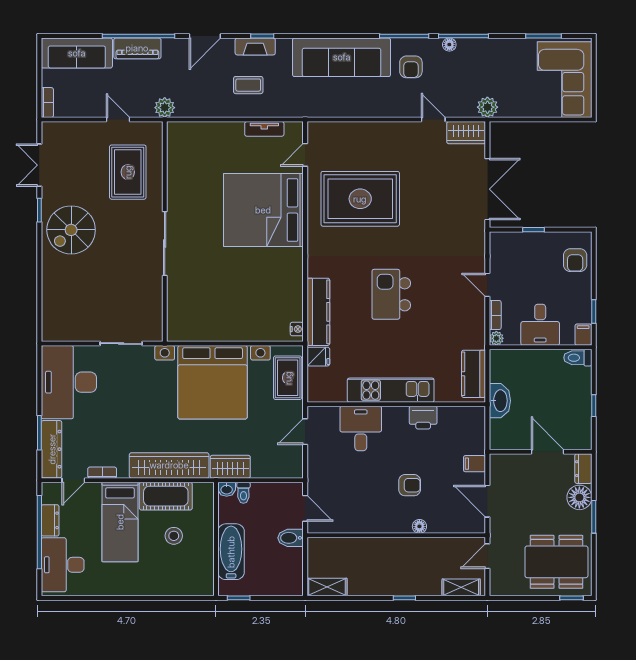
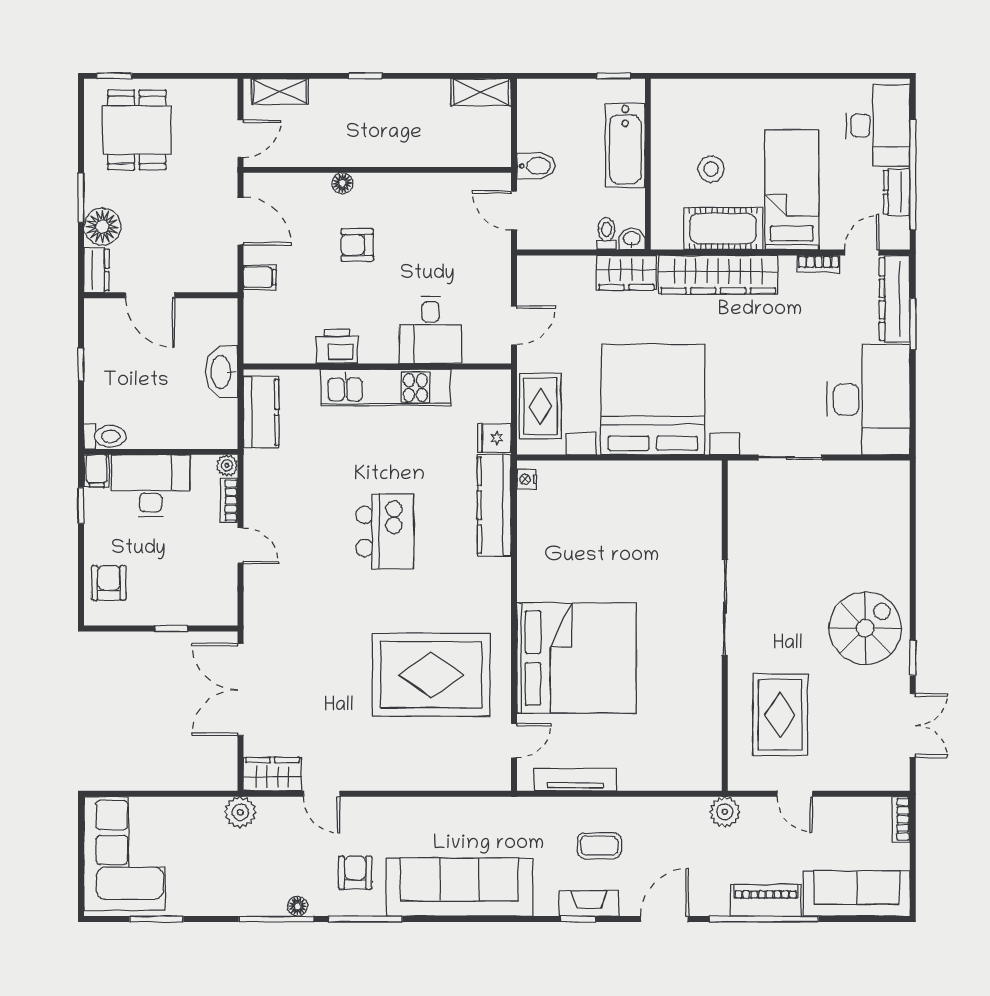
tv unit: (264, 129) -> (575, 780), width x1.41
desk: (540, 325) -> (151, 486), width x1.37
dining table: (556, 562) -> (137, 130), width x0.73

